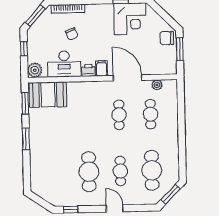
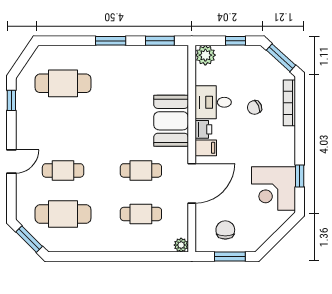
chair: (167, 38) -> (225, 230), moved
desk: (64, 64) -> (213, 102), width x0.73
plant: (157, 85) -> (181, 245), moved
booth: (48, 95) -> (171, 121), moved
cafe table: (89, 172) -> (63, 83), moved

